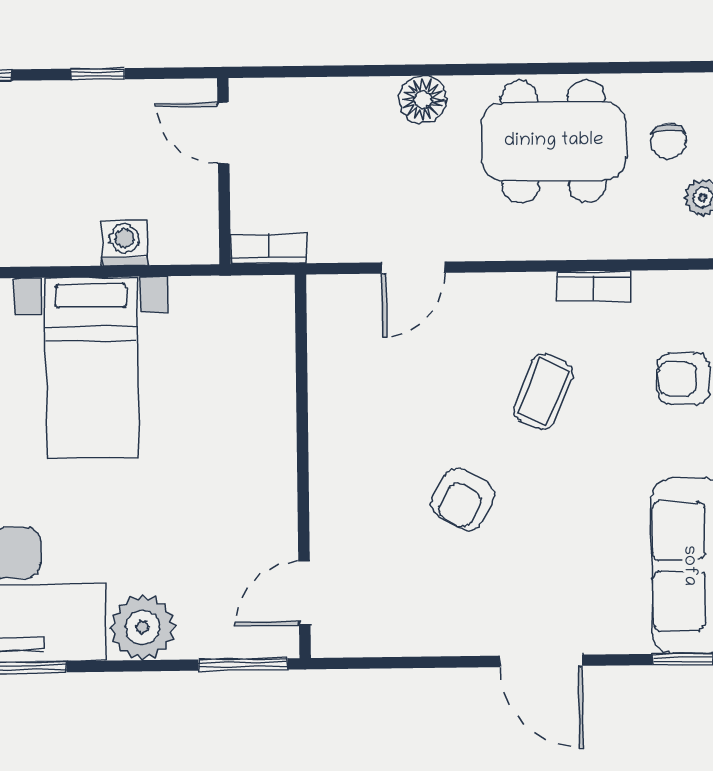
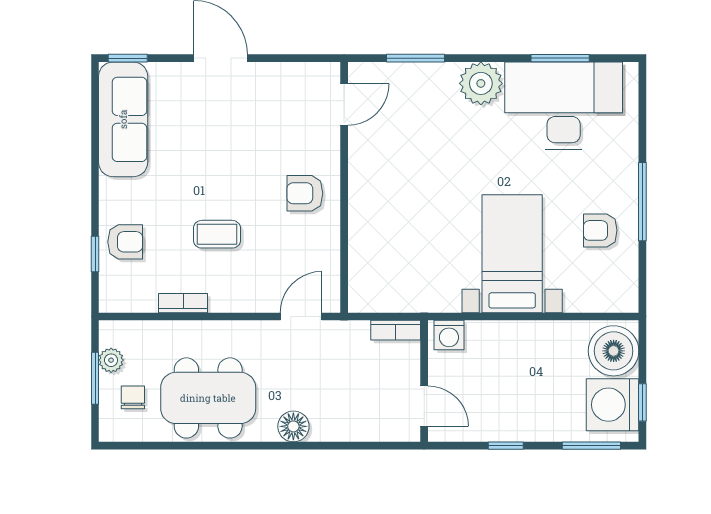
washing machine: (124, 243) -> (449, 335), moved
coffee table: (543, 392) -> (217, 234), turned 66
wall: (303, 466) -> (344, 187), moved
armchair: (463, 500) -> (305, 193), moved, turned -120
door: (304, 593) -> (344, 104), moved

